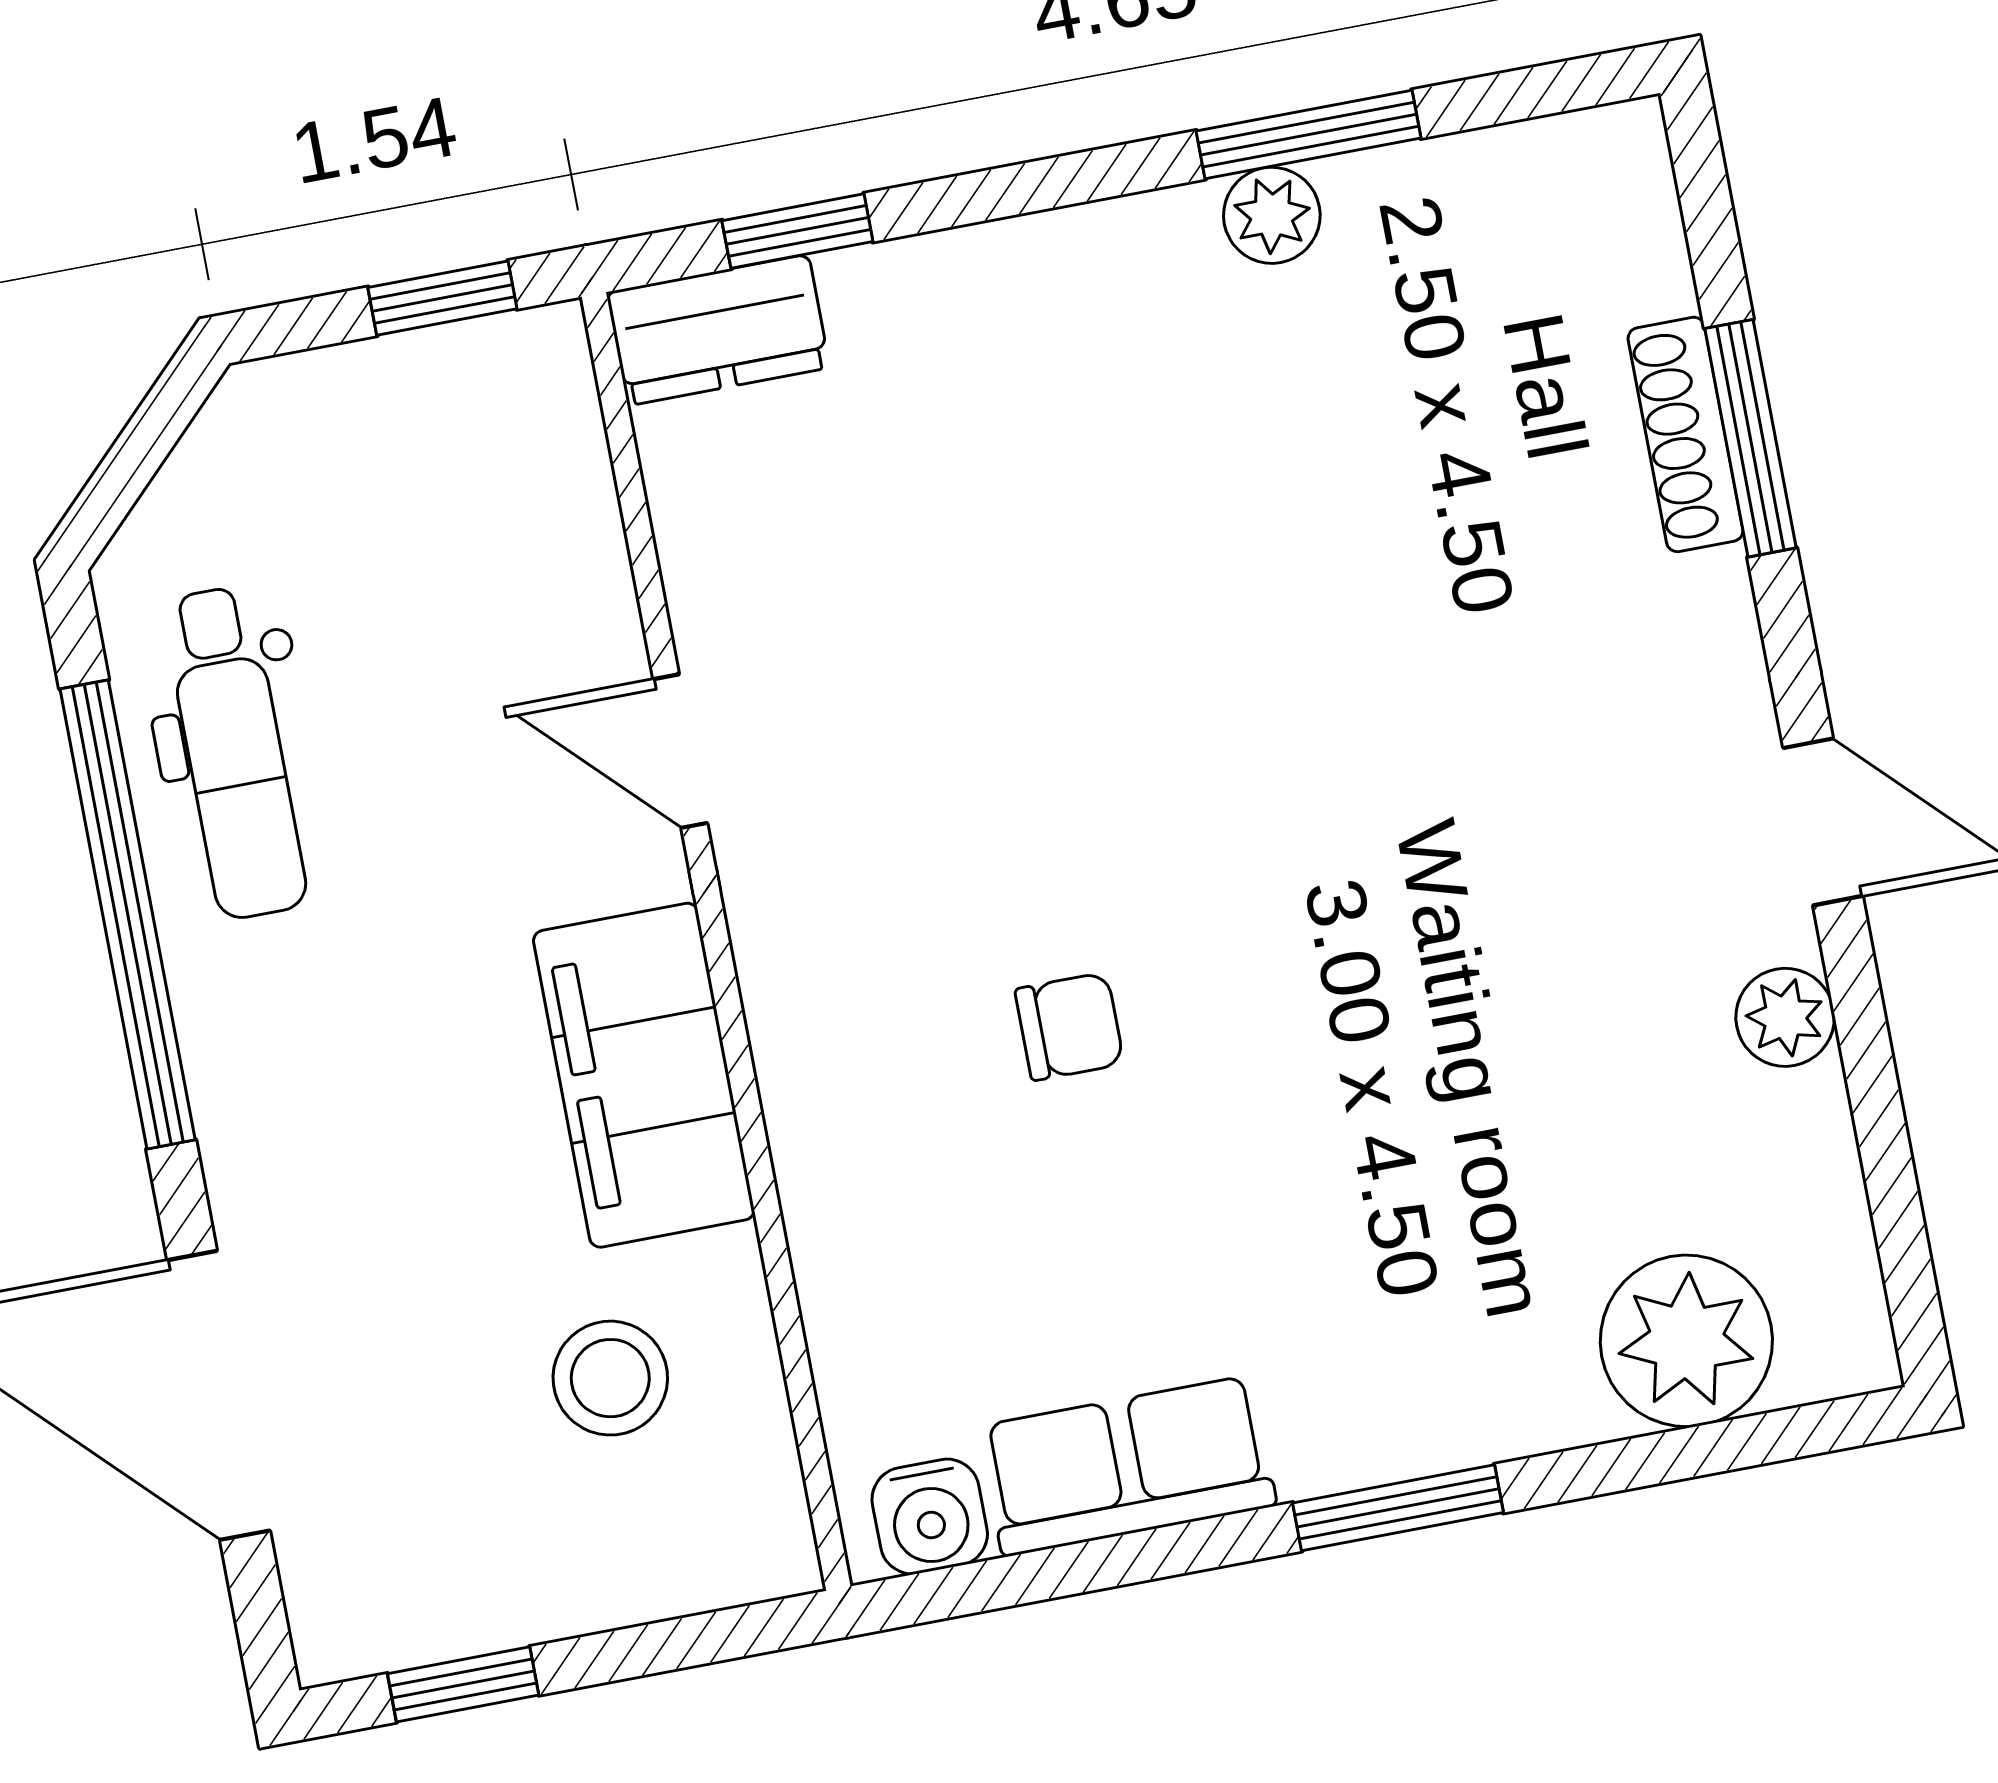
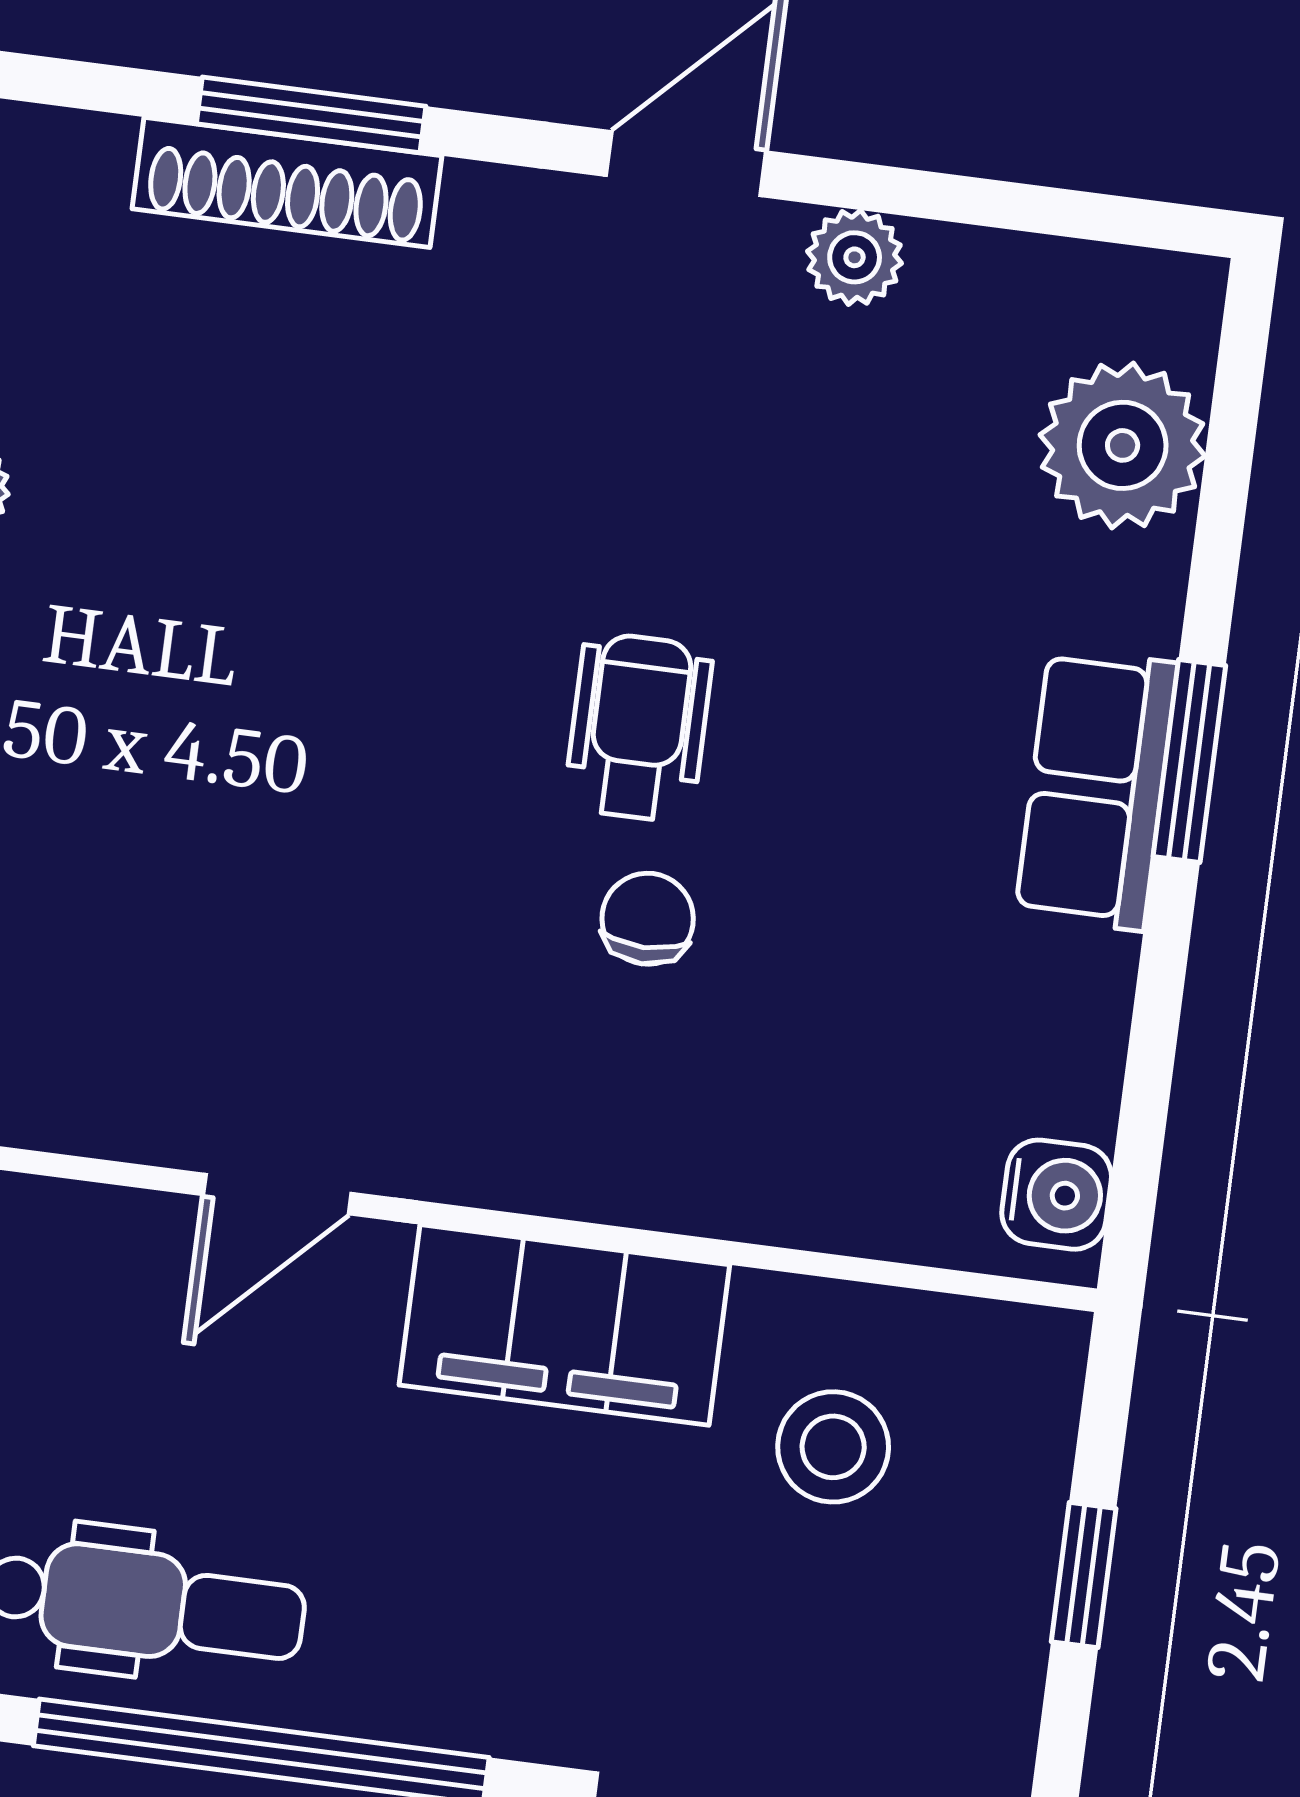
shoe rack: (1686, 434) -> (287, 182), width x1.36, depth x1.24
wheelchair: (1254, 956) -> (639, 727), added
row of seats: (1128, 1466) -> (1096, 789), moved
window: (463, 1684) -> (1084, 1575), moved

